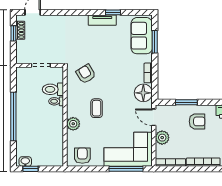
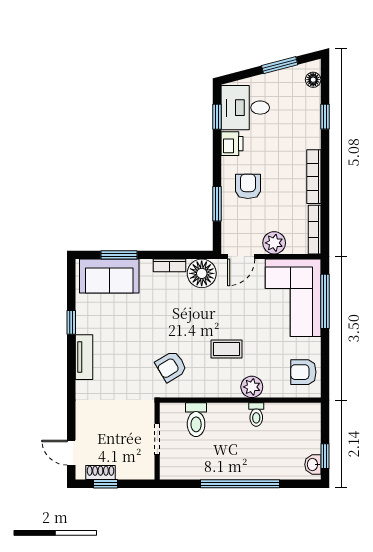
tv unit: (102, 20) -> (84, 357), moved
toilet: (56, 101) -> (256, 415), moved

